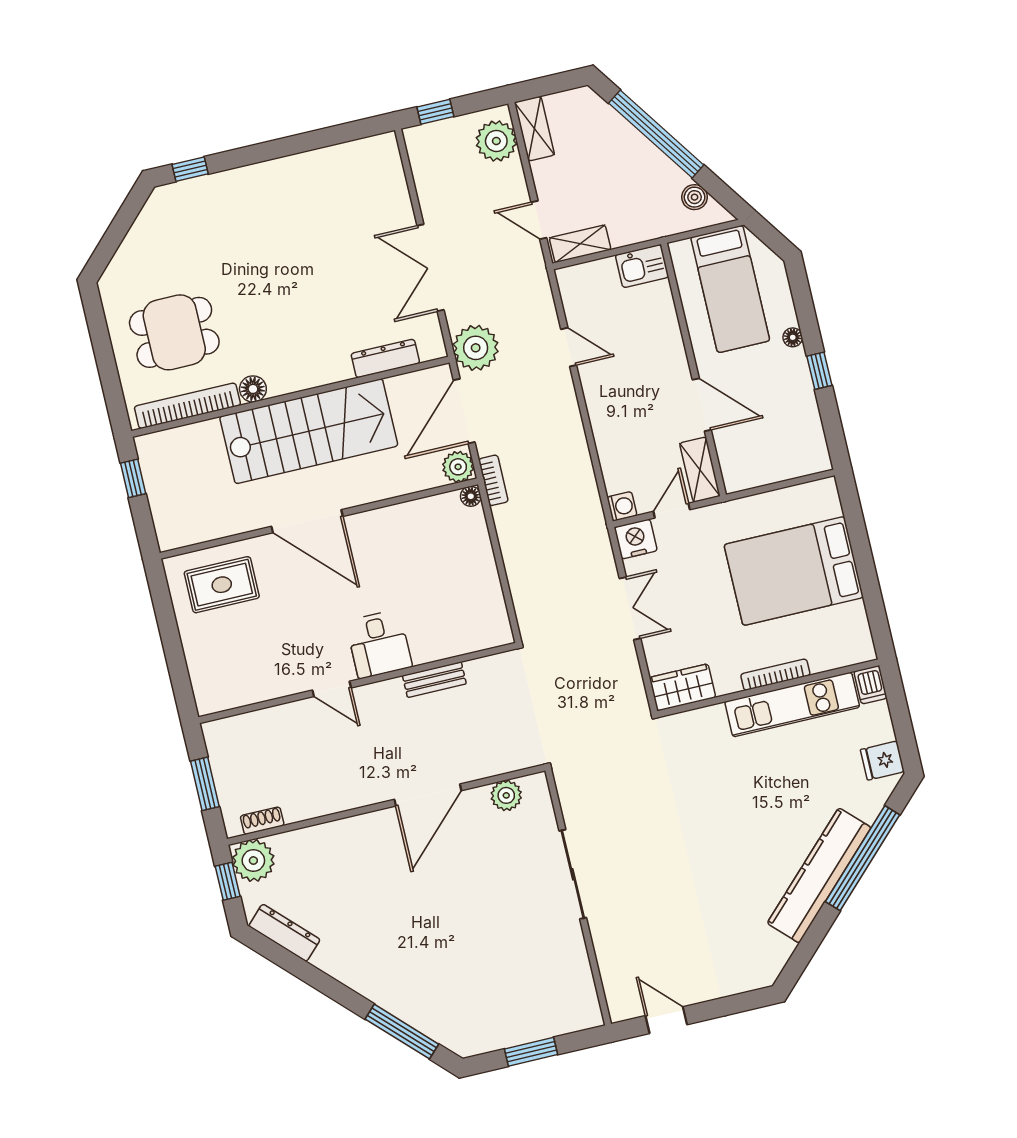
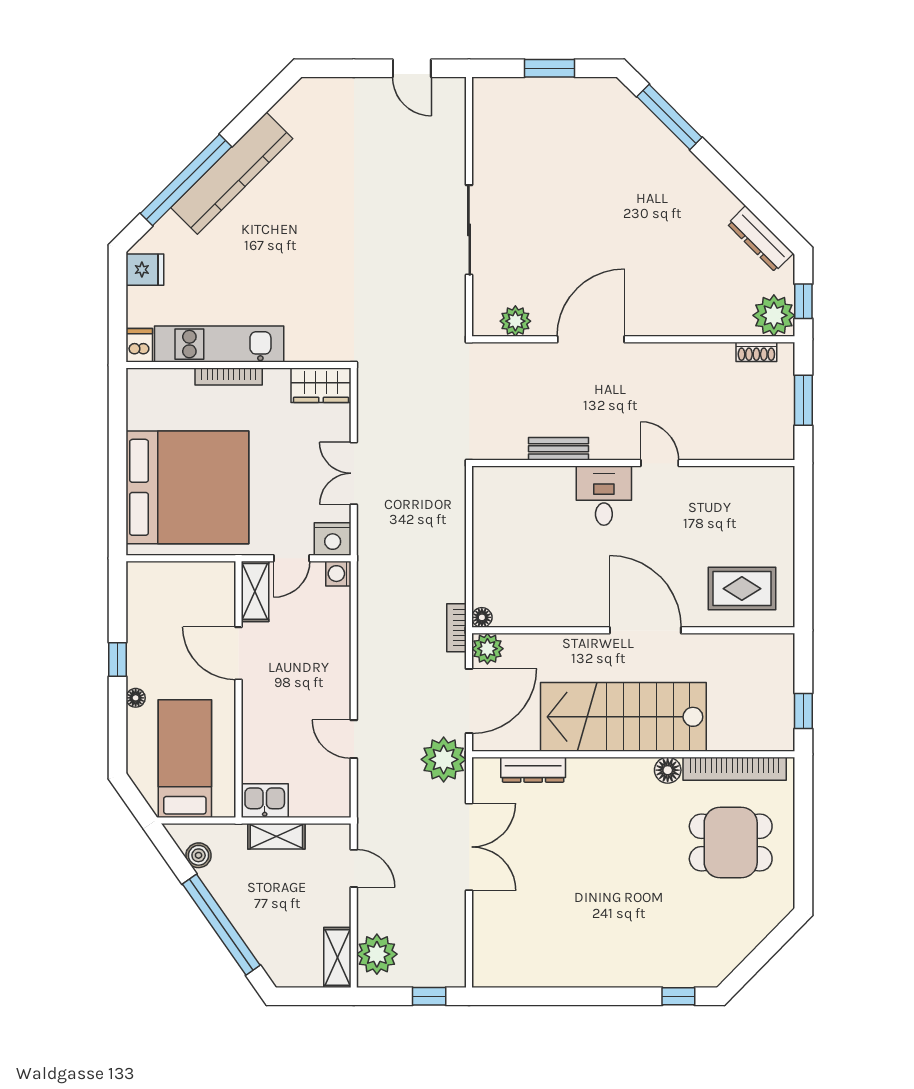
shelving: (580, 244) -> (276, 836), moved
bed: (794, 571) -> (187, 487), width x1.36

